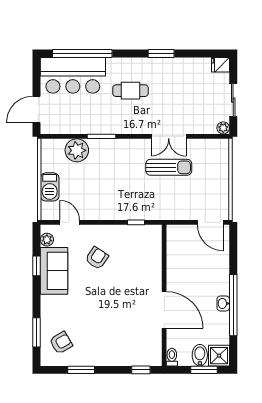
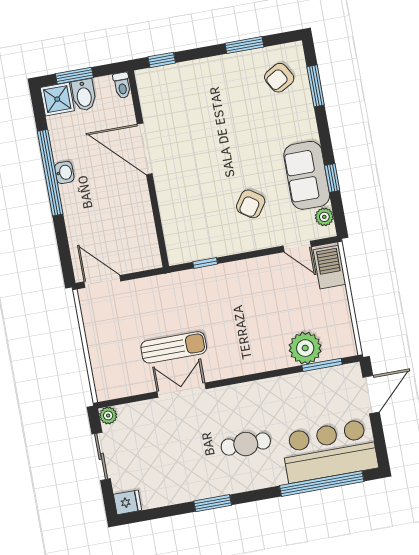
window: (101, 136) -> (322, 365), moved
sun lounger: (169, 167) -> (174, 347), turned 180
barbecue: (50, 187) -> (329, 267), moved

